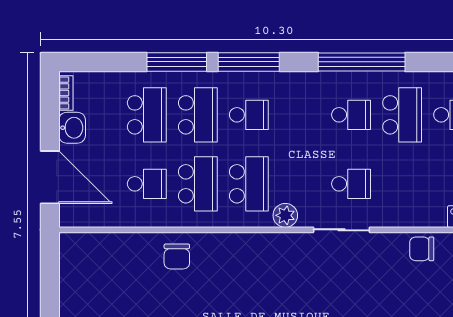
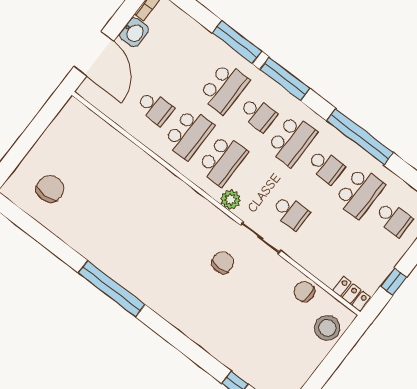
school desk: (147, 115) -> (292, 140), moved
chair: (177, 256) -> (223, 263), moved, turned 180

